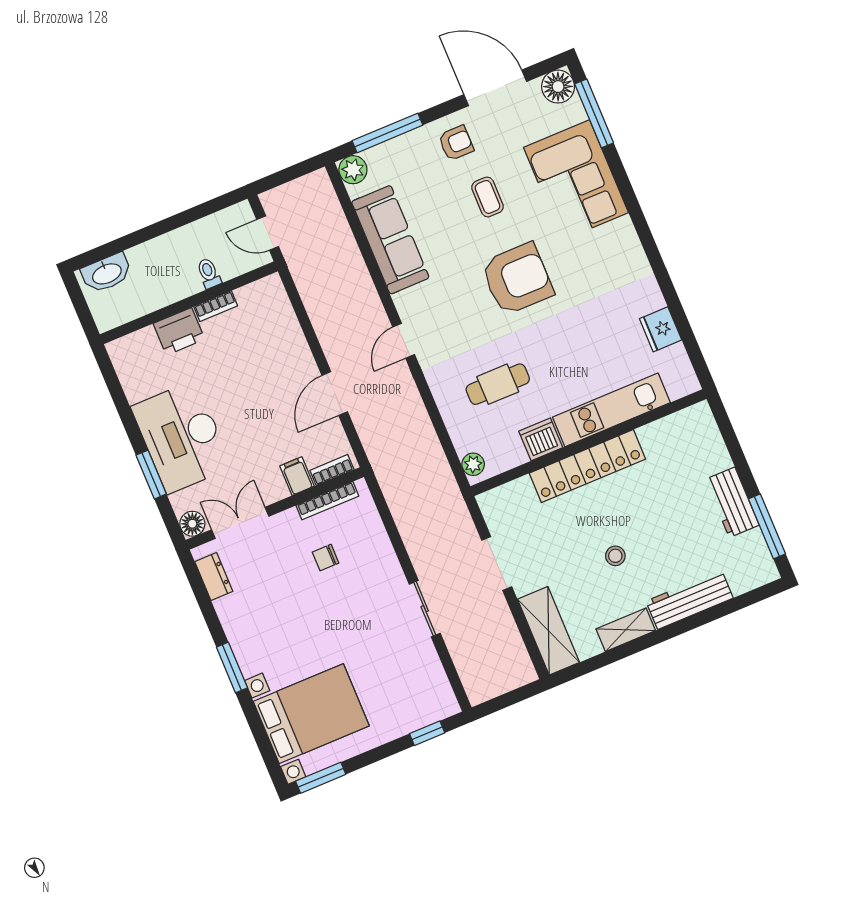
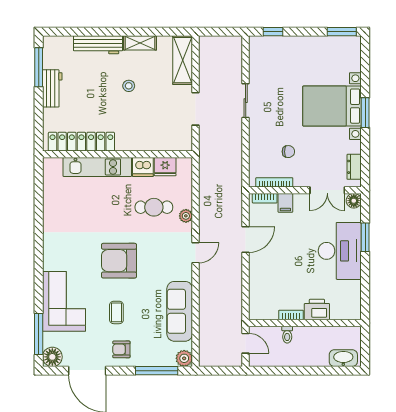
fridge: (661, 329) -> (165, 167), moved, turned 90
plant: (473, 464) -> (186, 216), moved
locker: (587, 466) -> (81, 142), moved
bed with nightstands: (311, 714) -> (332, 106), moved

